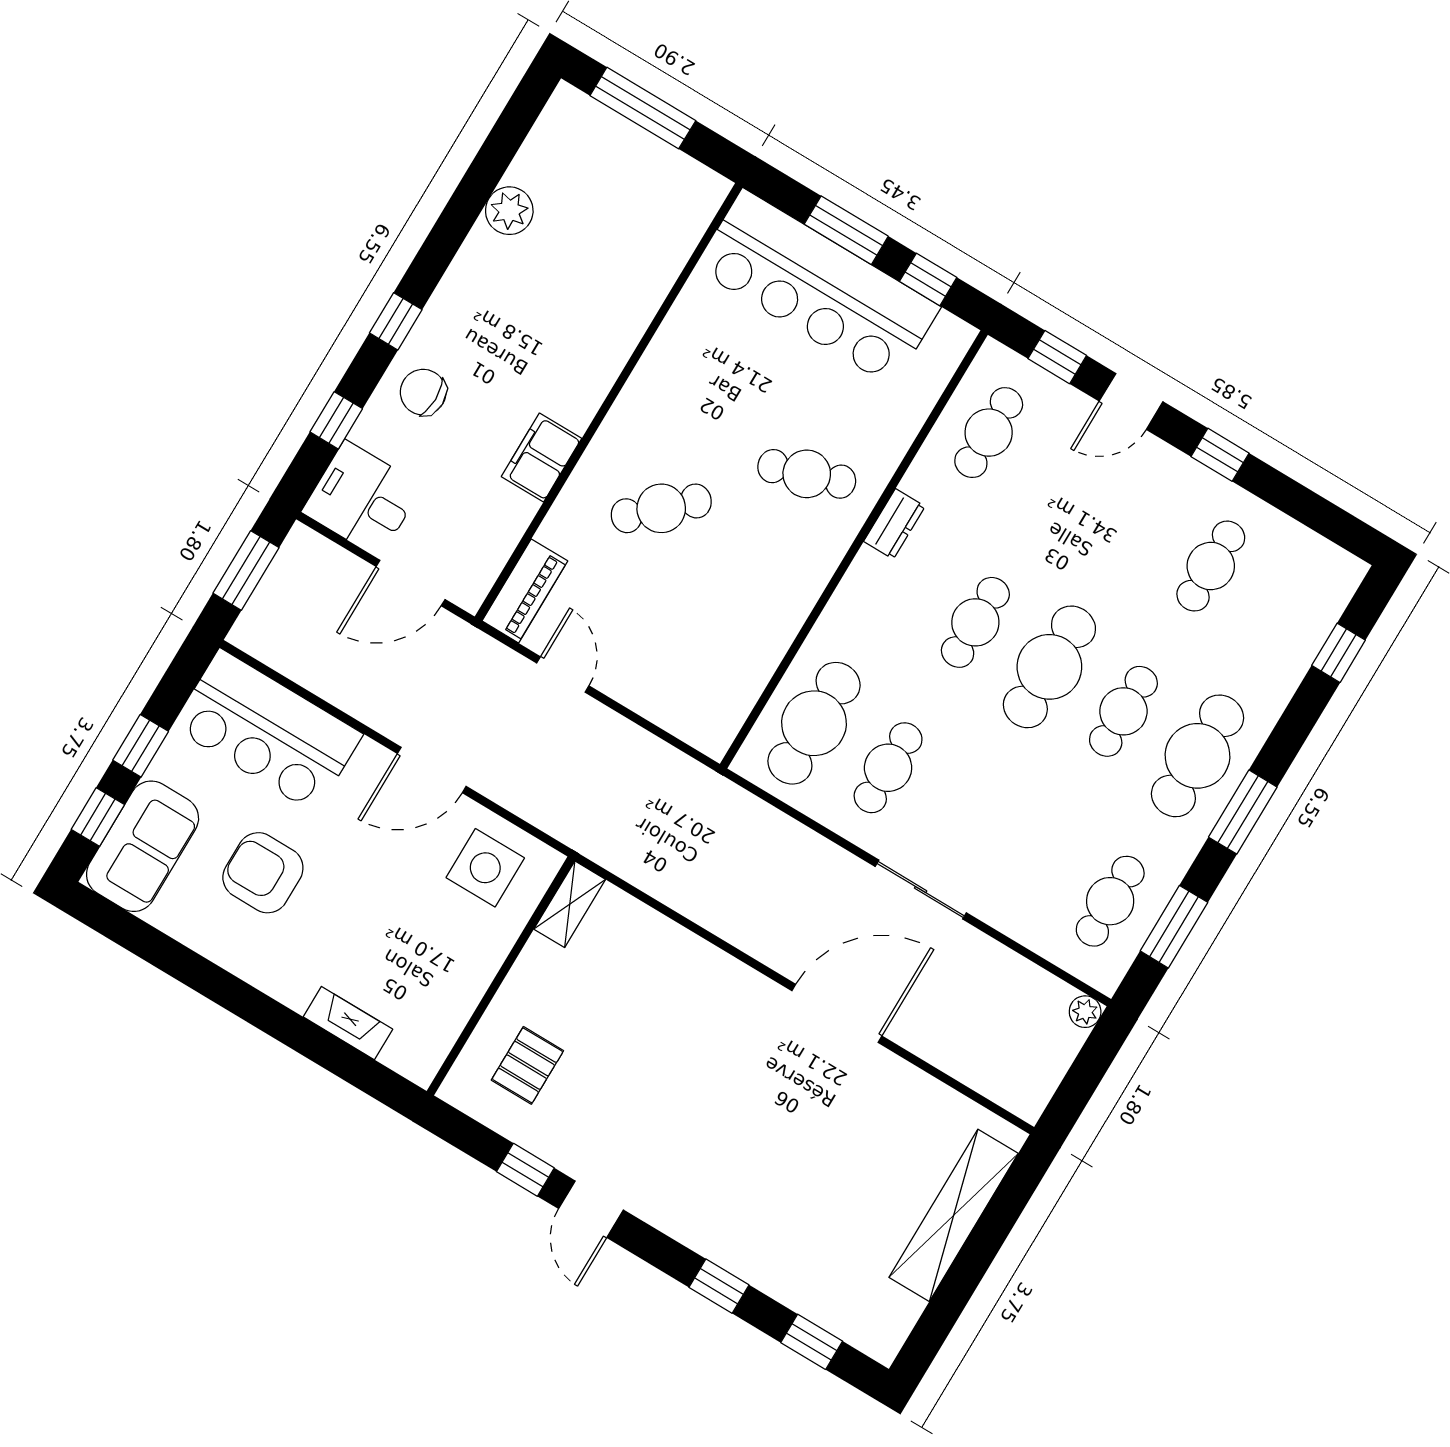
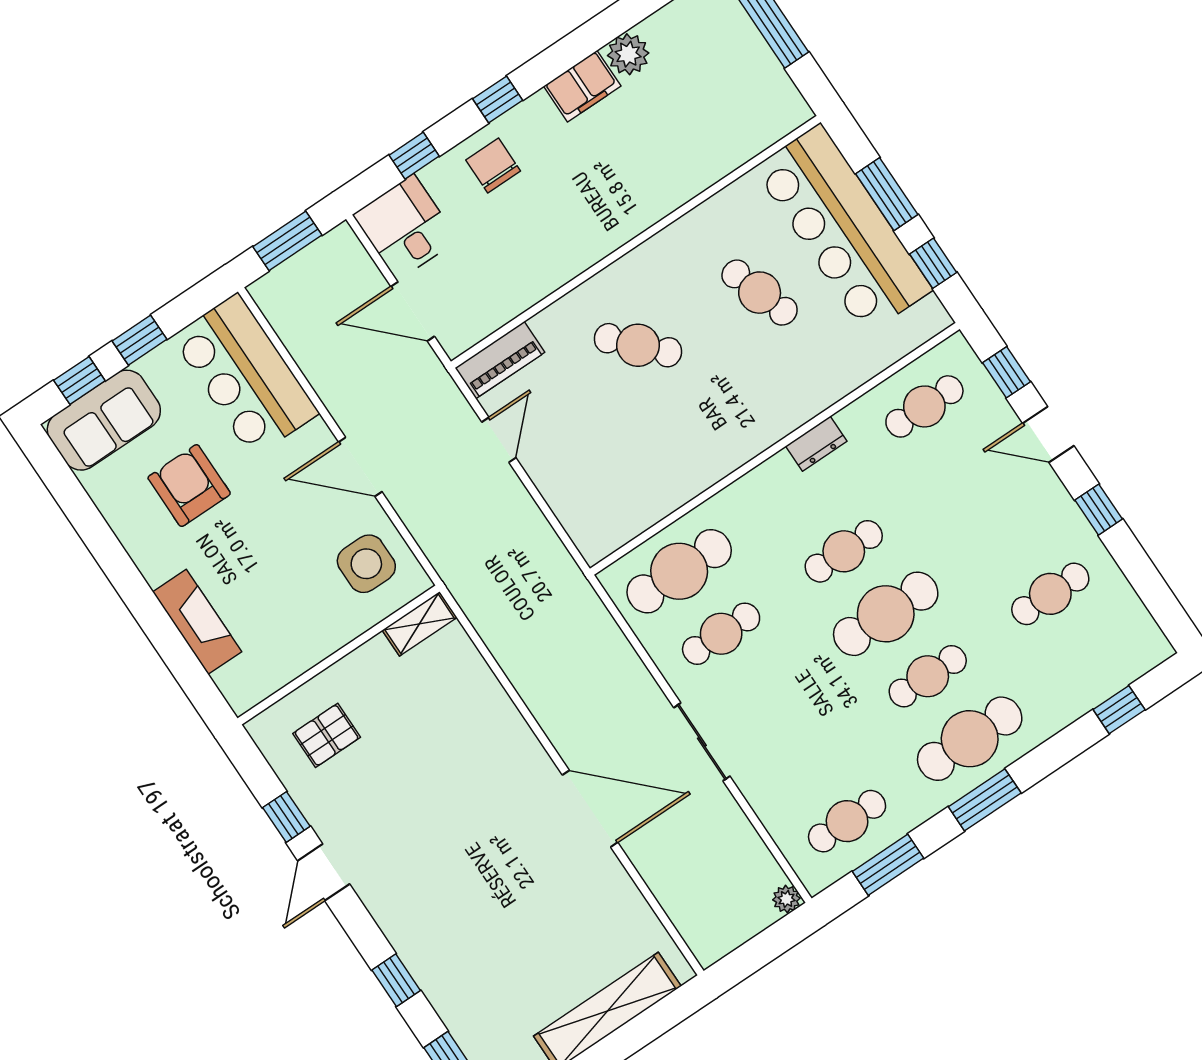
filing cabinet: (541, 458) -> (582, 86), moved, turned 180
cafe table: (807, 474) -> (760, 293), moved
fireplace: (348, 1023) -> (197, 622), width x1.37, depth x1.32

